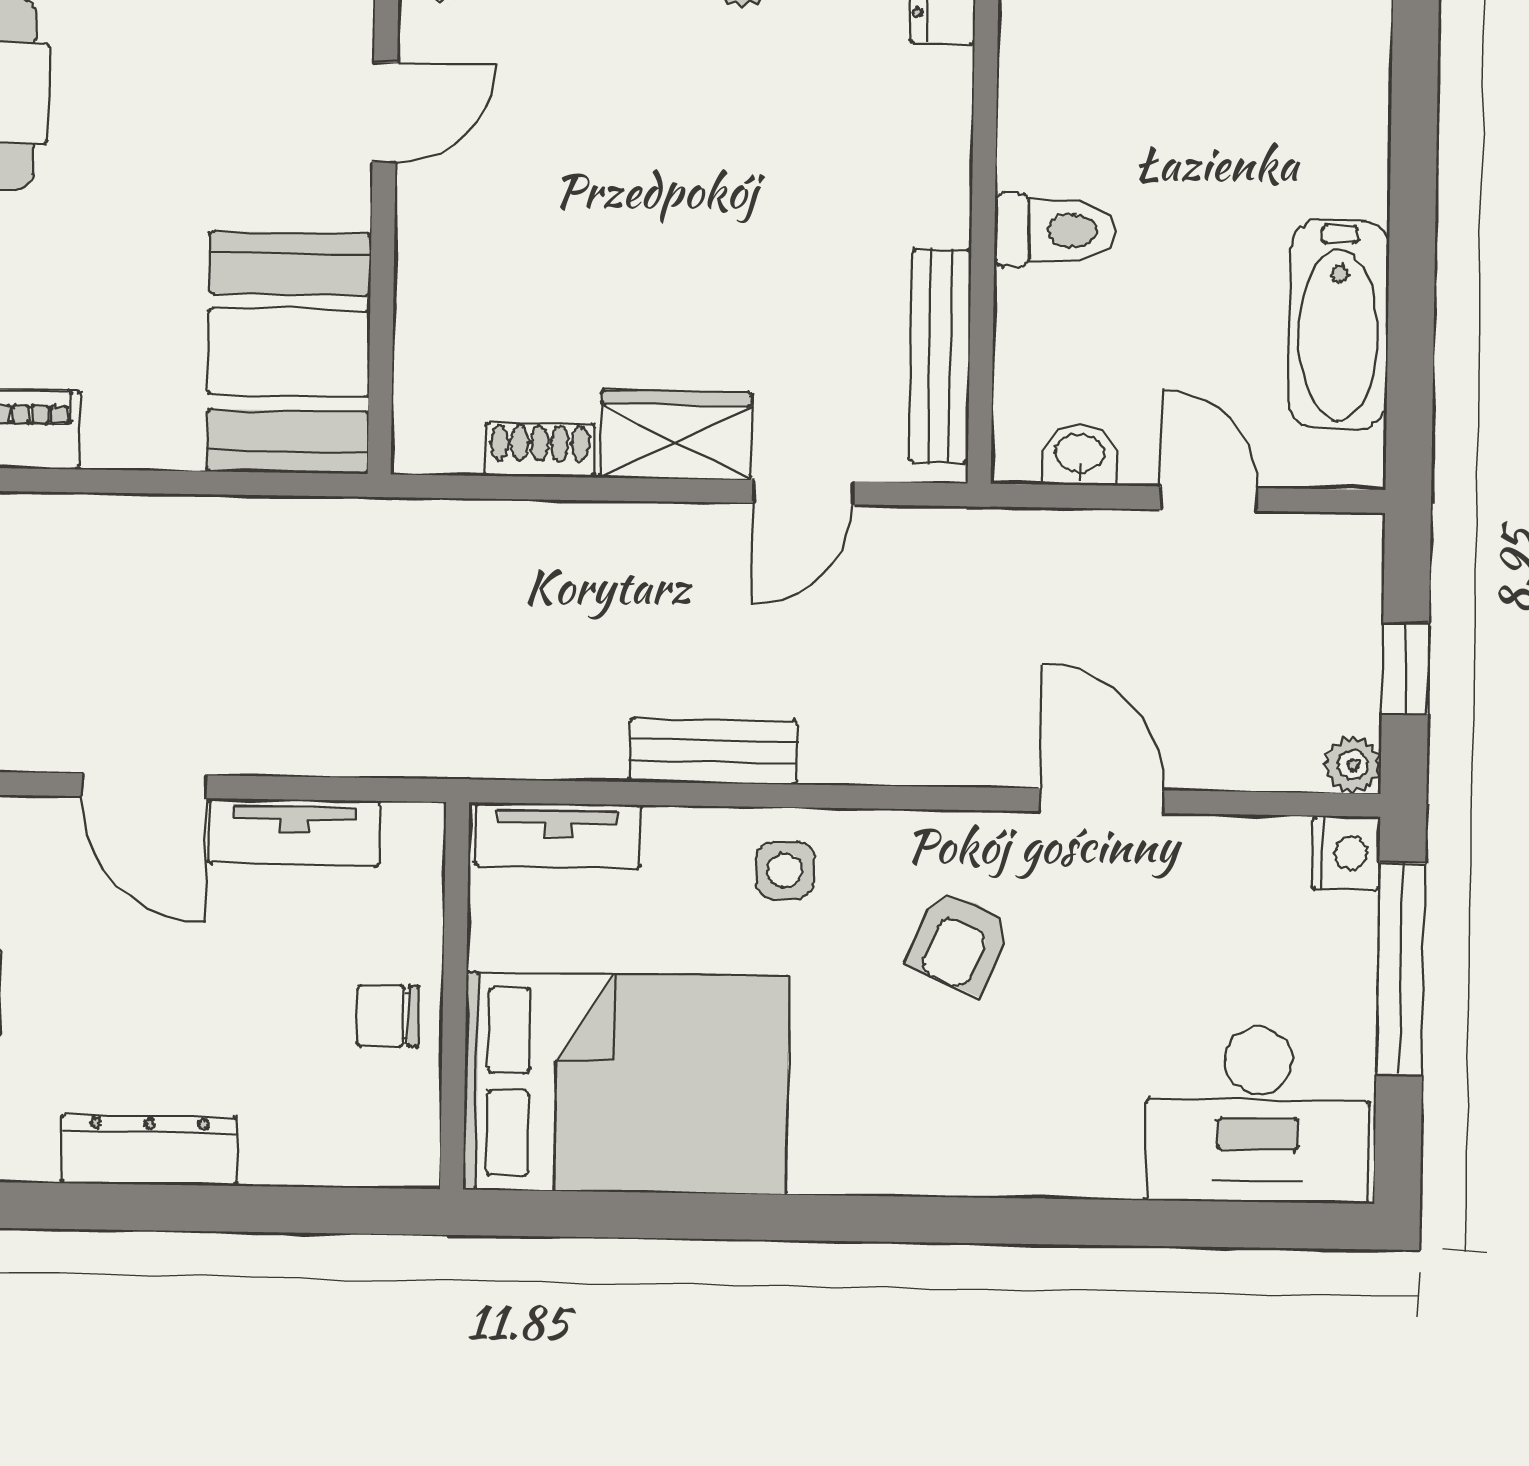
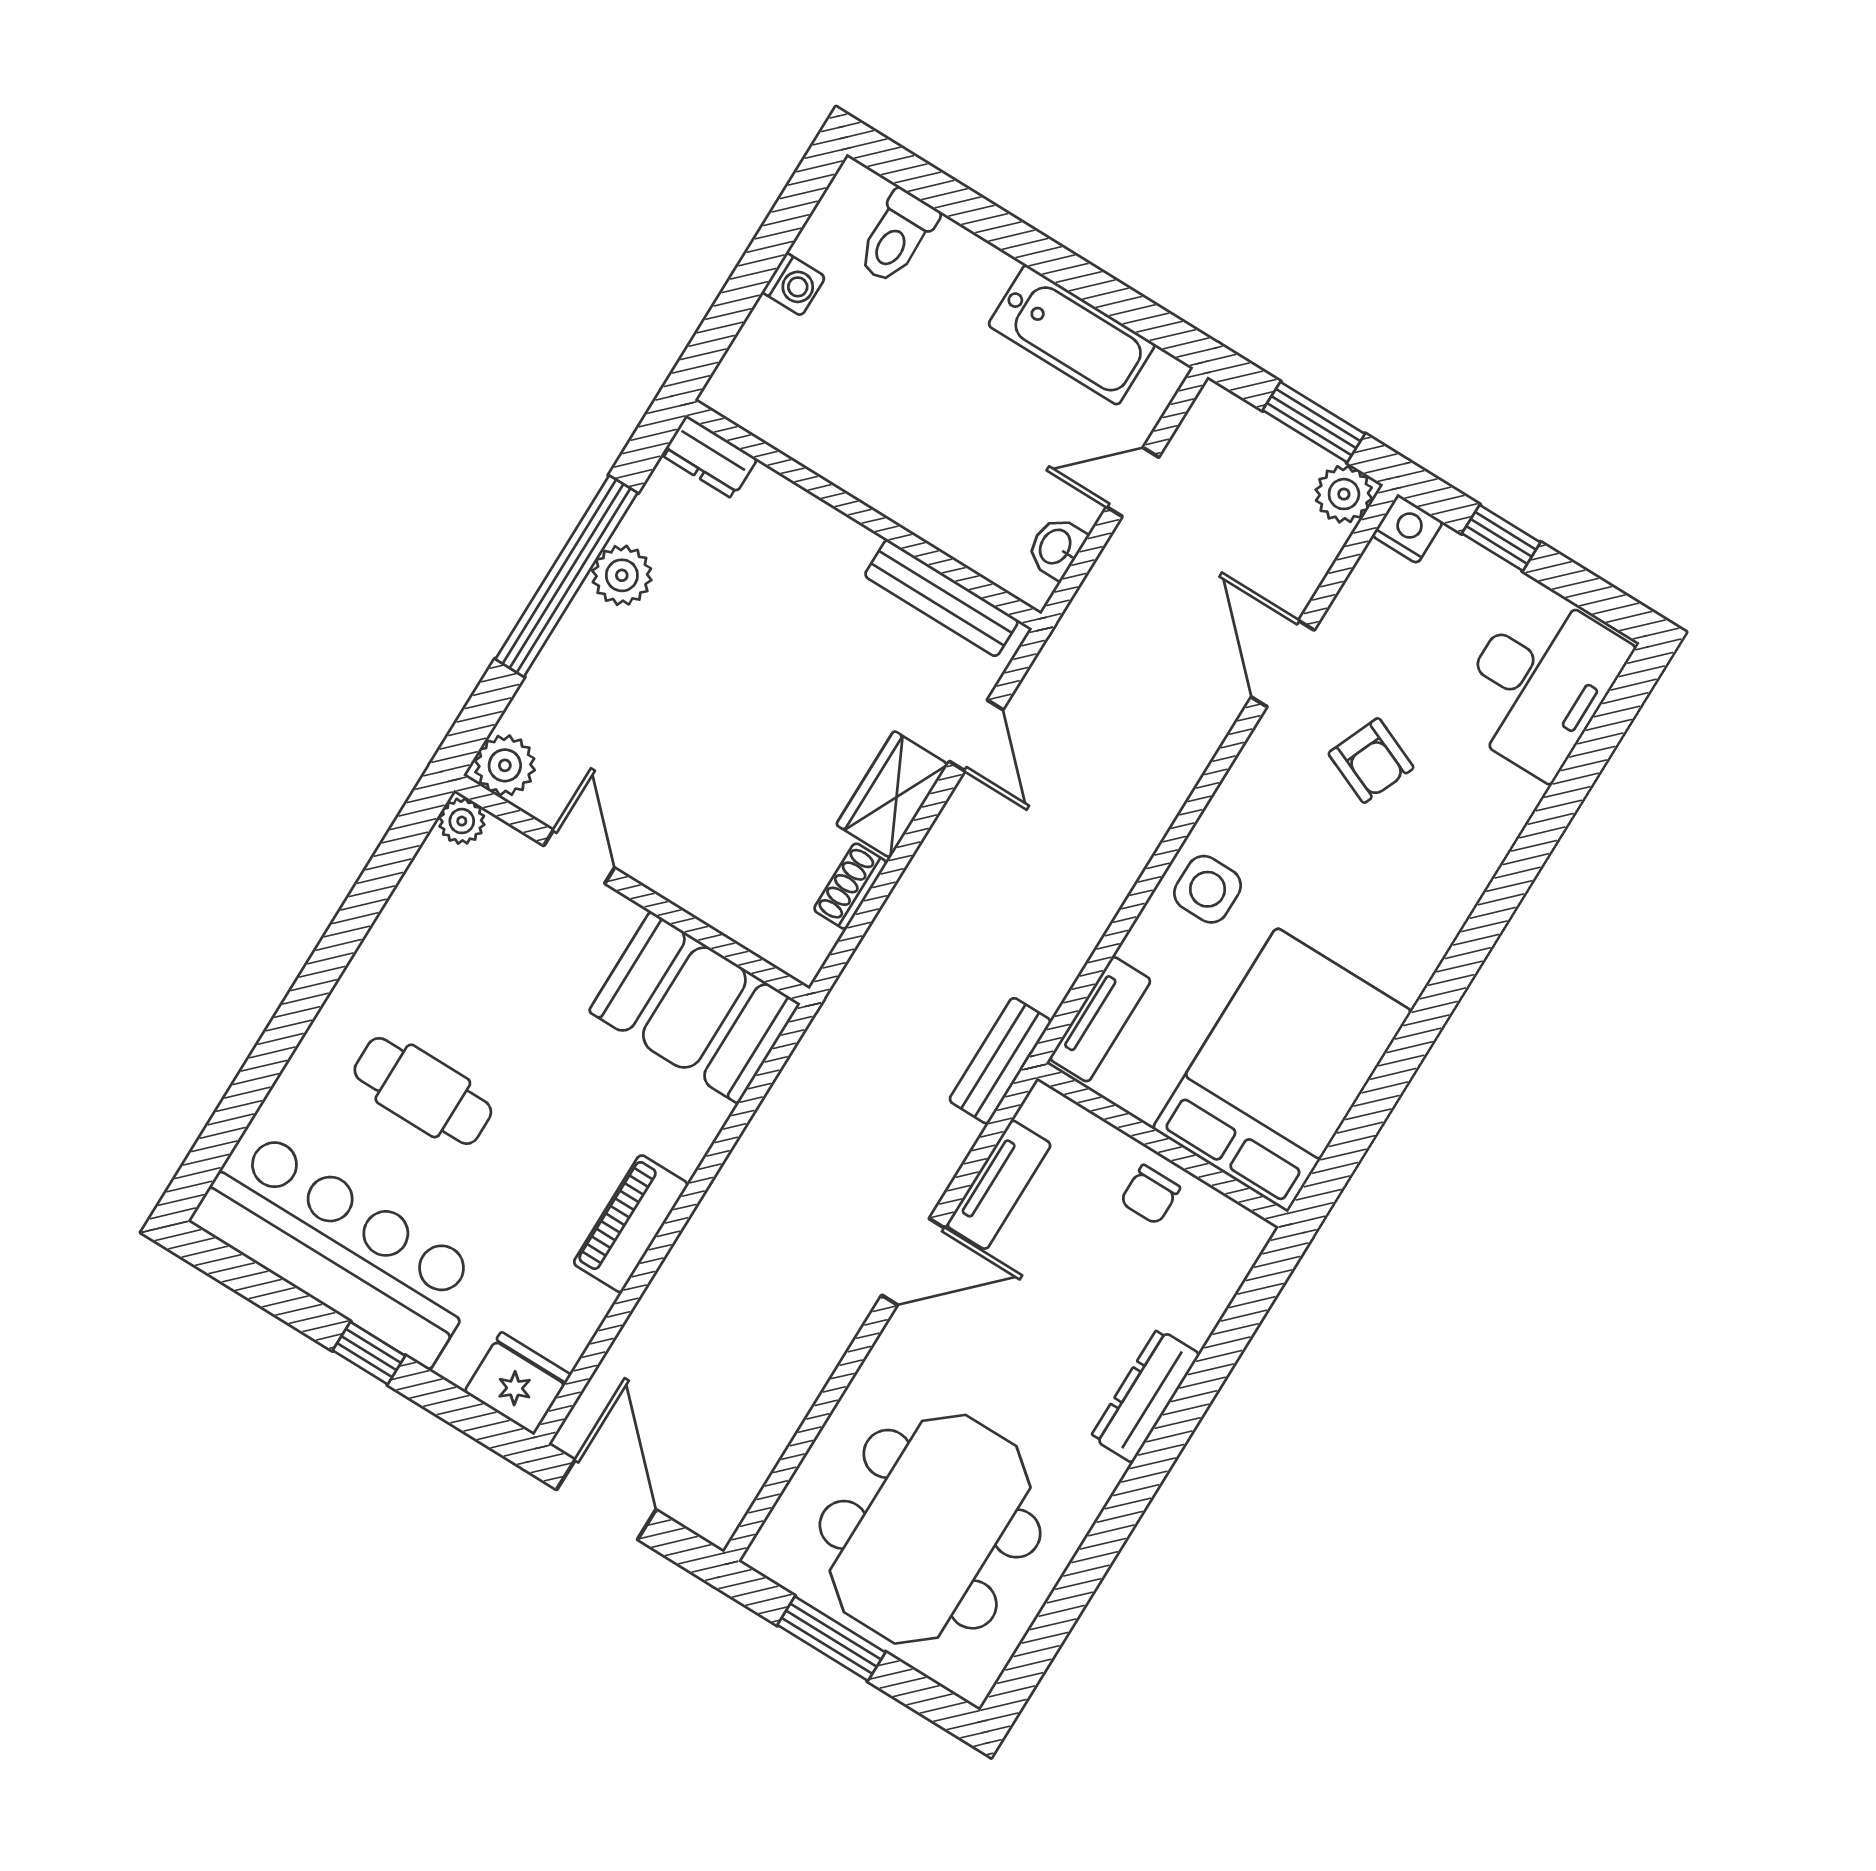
toilet: (1055, 230) -> (897, 237), moved, turned 180
window: (1405, 669) -> (1314, 422), width x1.50
bench: (714, 751) -> (1000, 1061), moved
plant: (1353, 765) -> (1344, 494), width x1.38, depth x1.38
door: (1101, 801) -> (1283, 664), hinge flipped
side table: (785, 870) -> (1208, 889), width x1.37, depth x1.37
armchair: (959, 942) -> (1371, 760), moved
window: (1401, 969) -> (1501, 538), width x0.46

